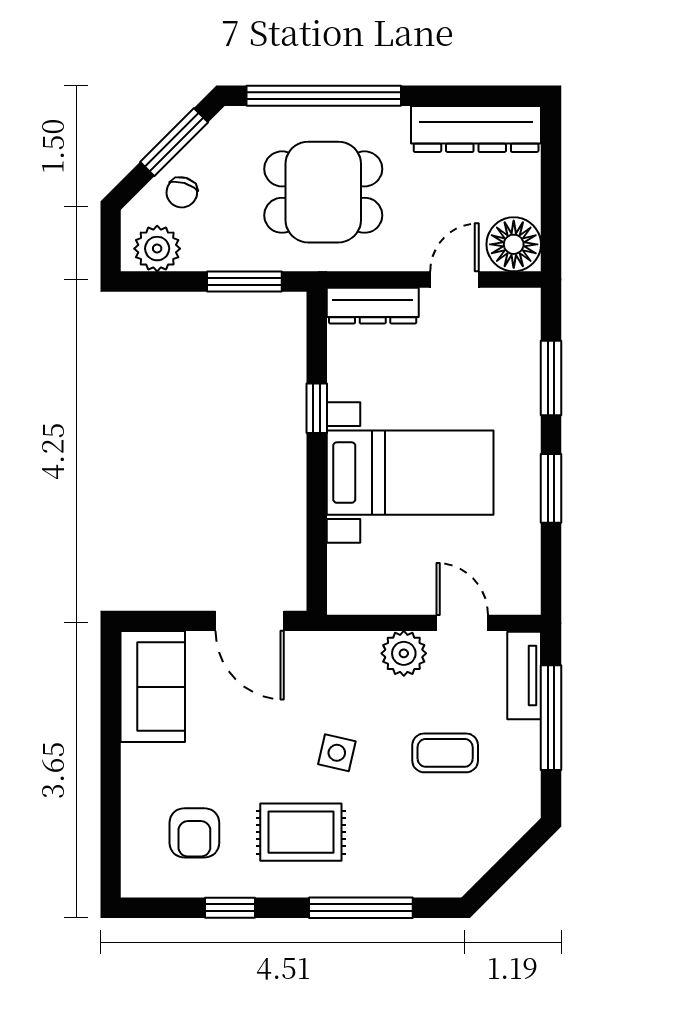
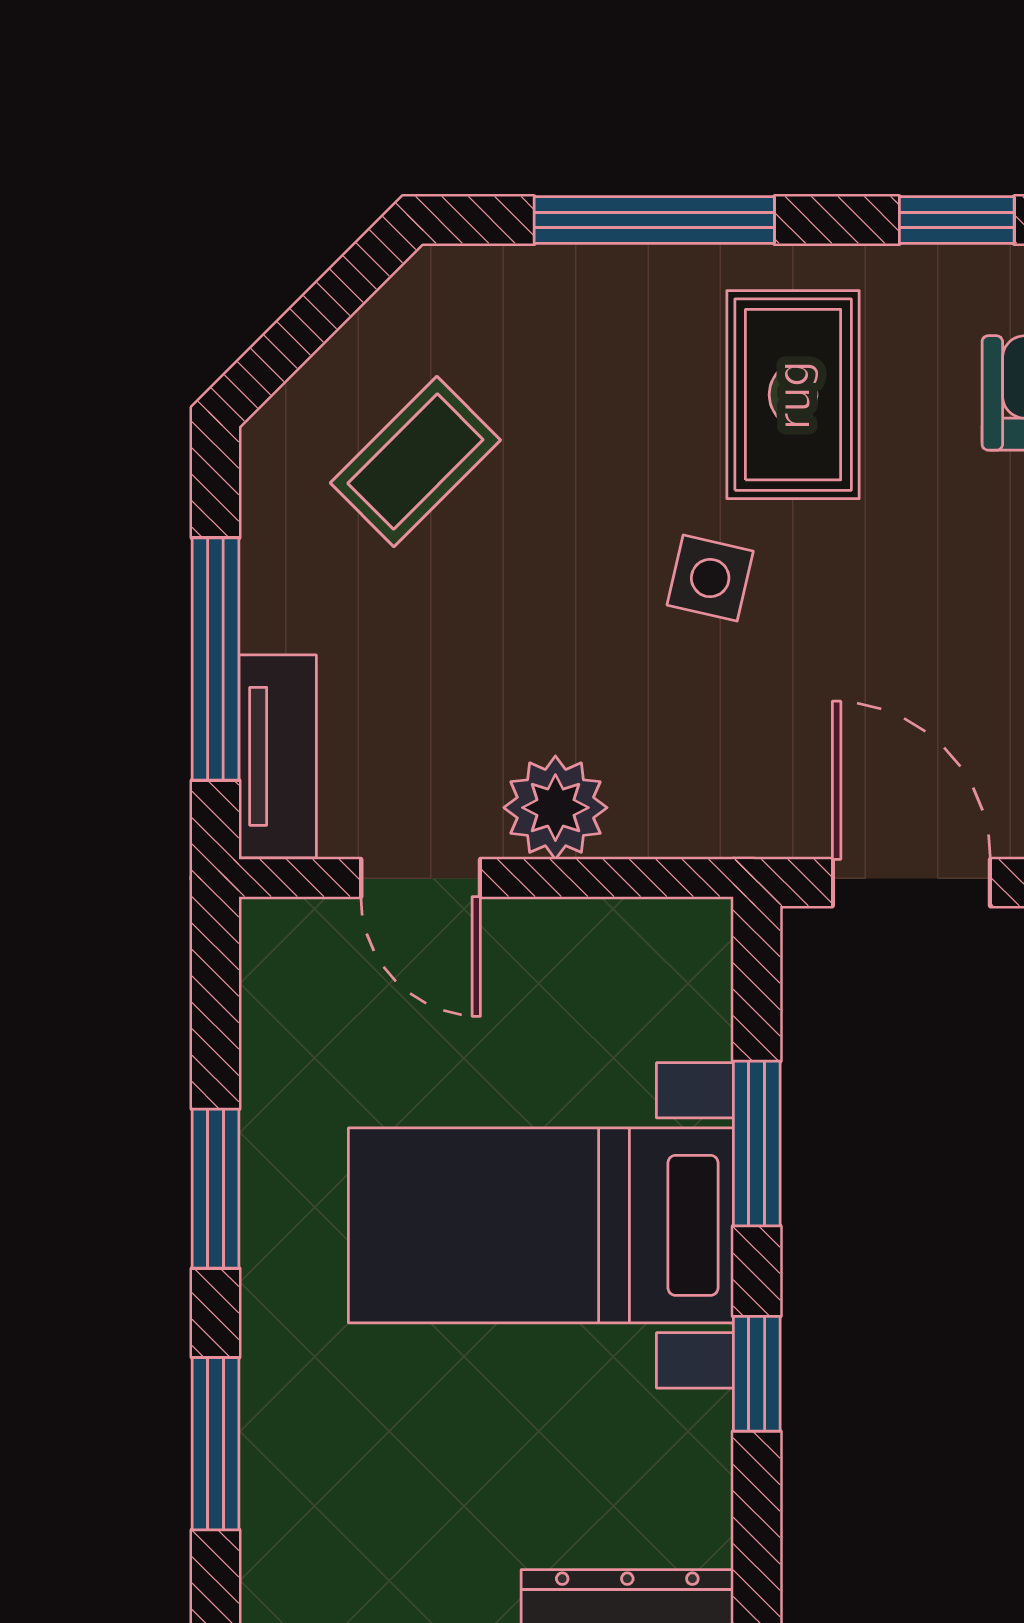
window: (317, 508) -> (757, 1144), added
coffee table: (445, 753) -> (415, 462), moved, turned -45
rug: (301, 832) -> (793, 395), turned 90

